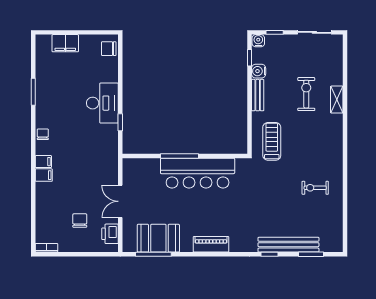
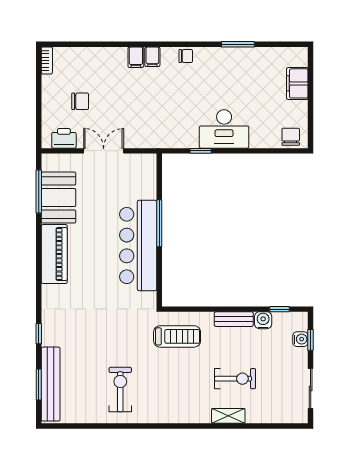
water cooler: (258, 41) -> (300, 339), moved
exercise bike: (315, 188) -> (120, 390), width x1.38, depth x1.39
piano: (211, 244) -> (54, 254), width x1.37, depth x1.33
bench: (288, 245) -> (51, 384), moved

